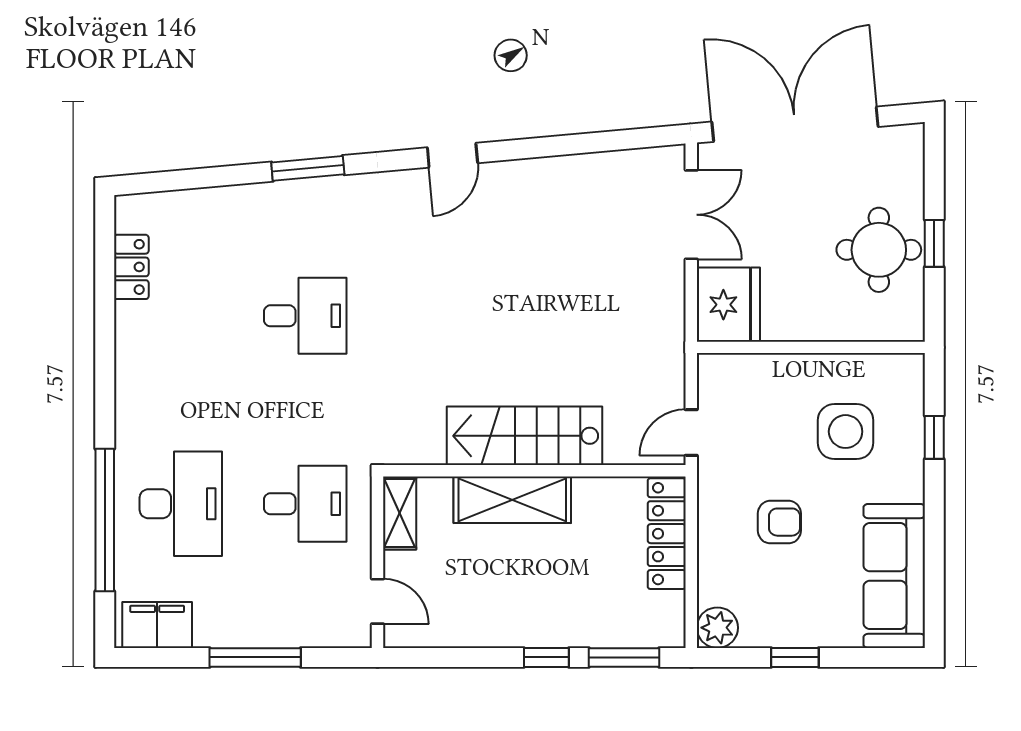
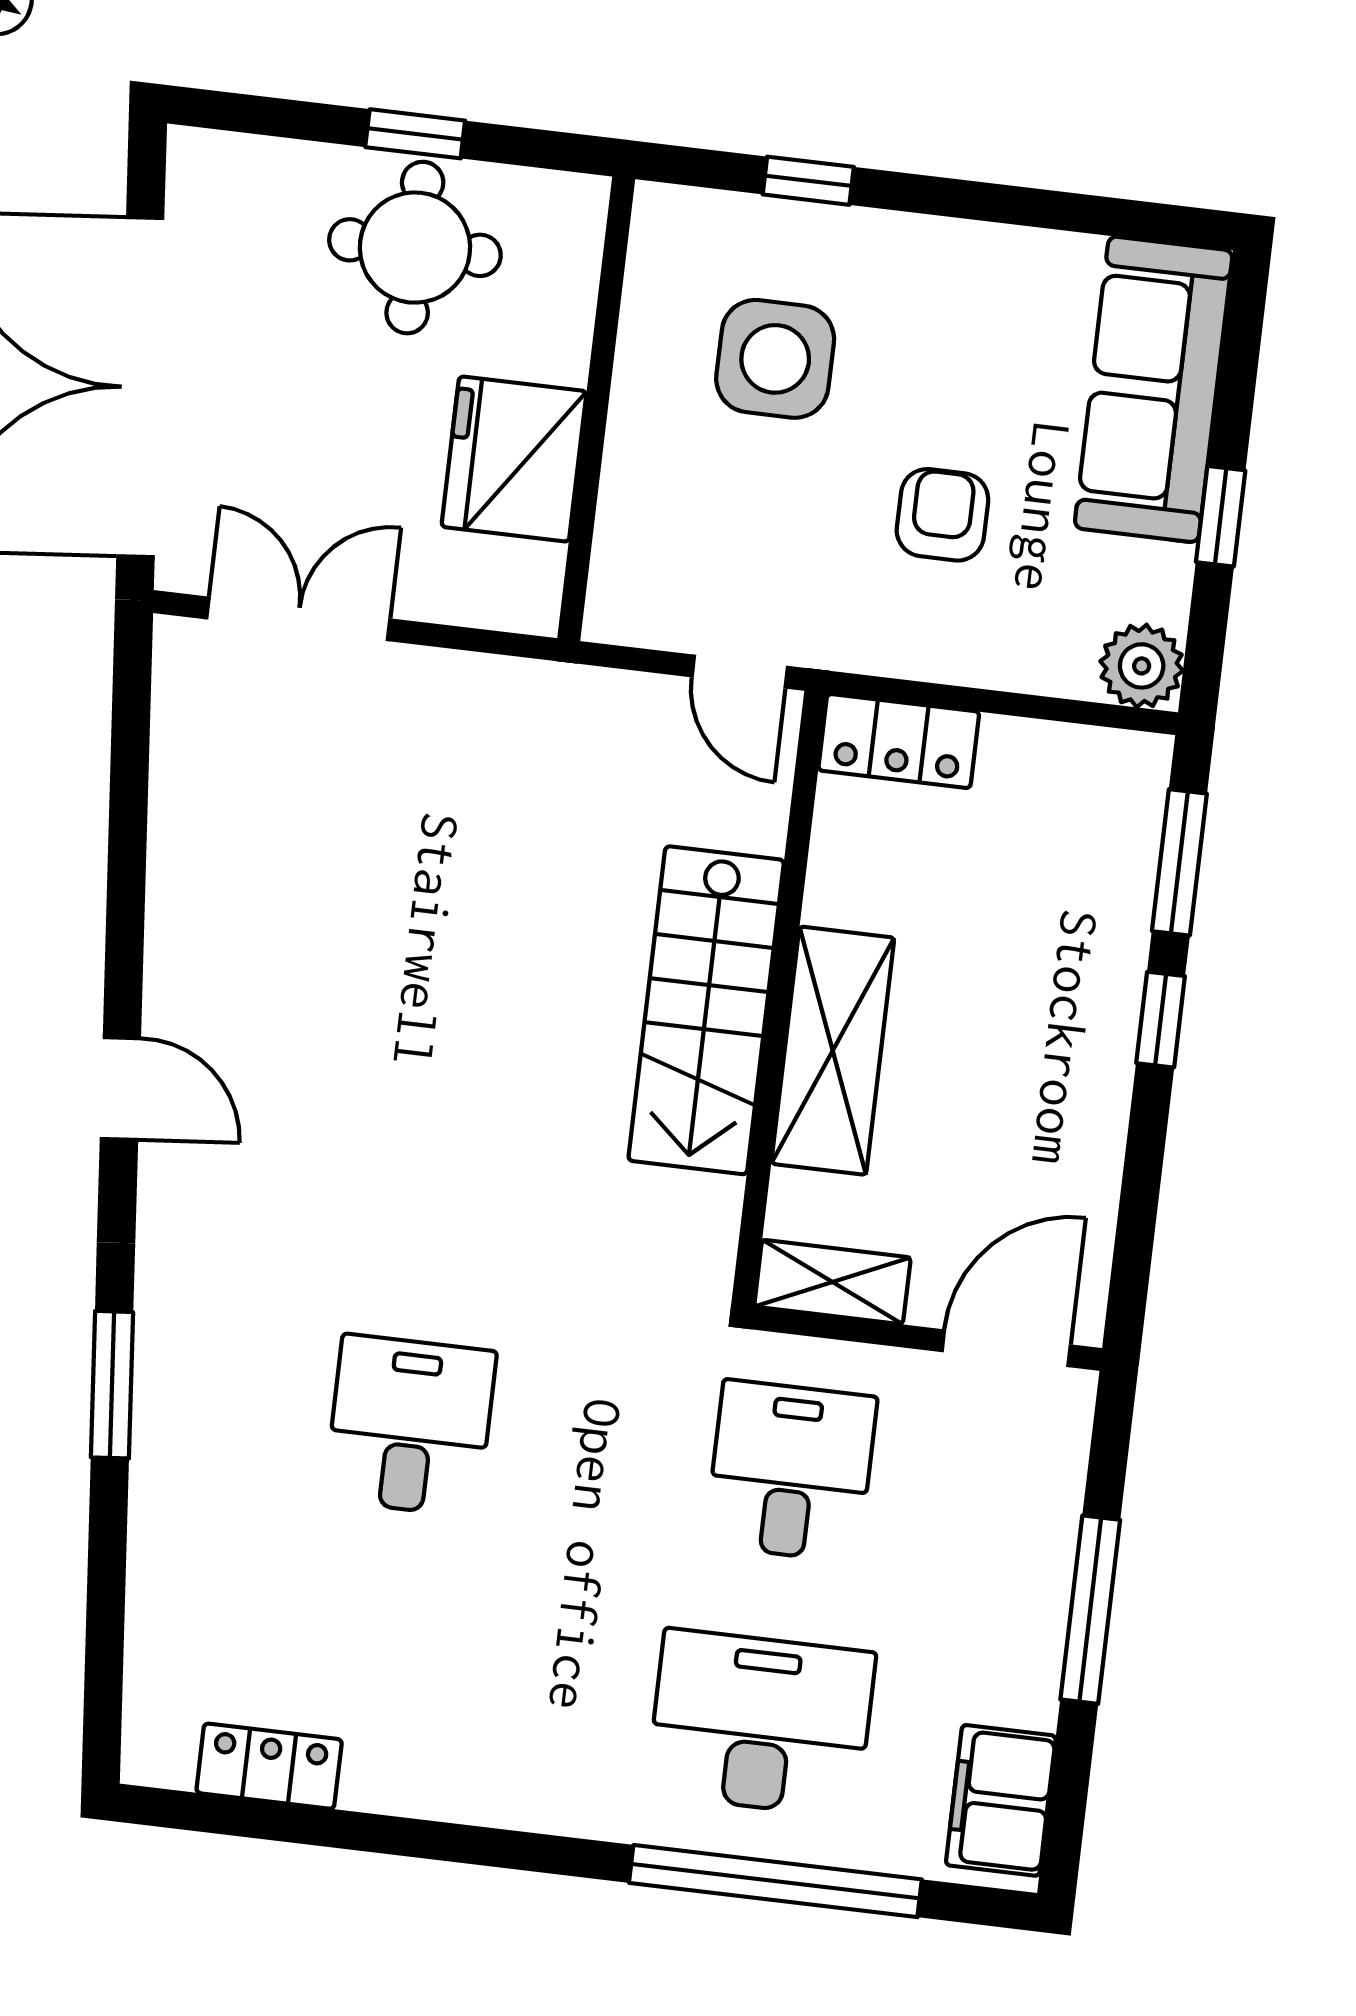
fridge: (728, 305) -> (514, 459), moved, turned -90
locker: (667, 534) -> (899, 741), width x0.66
sofa: (894, 576) -> (1154, 389), moved, turned 90
door: (378, 601) -> (1006, 1348), width x1.38

